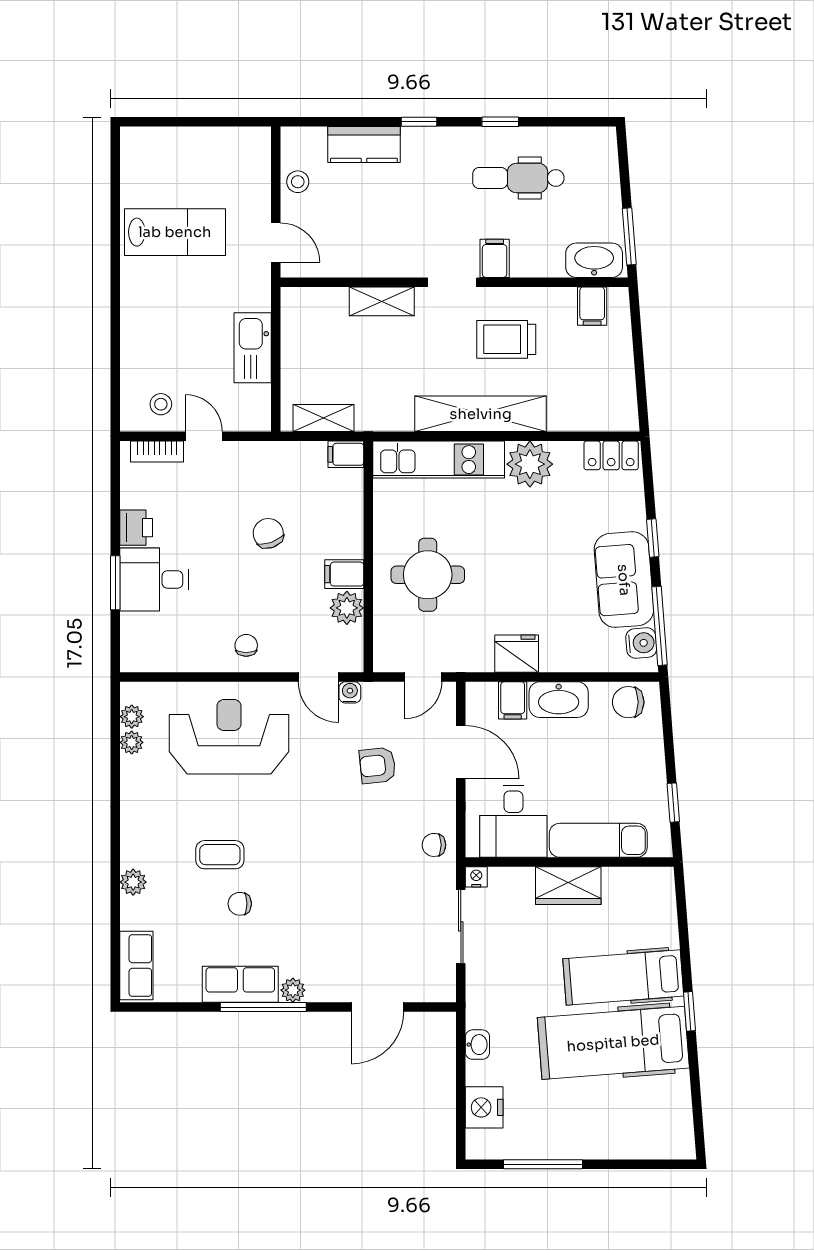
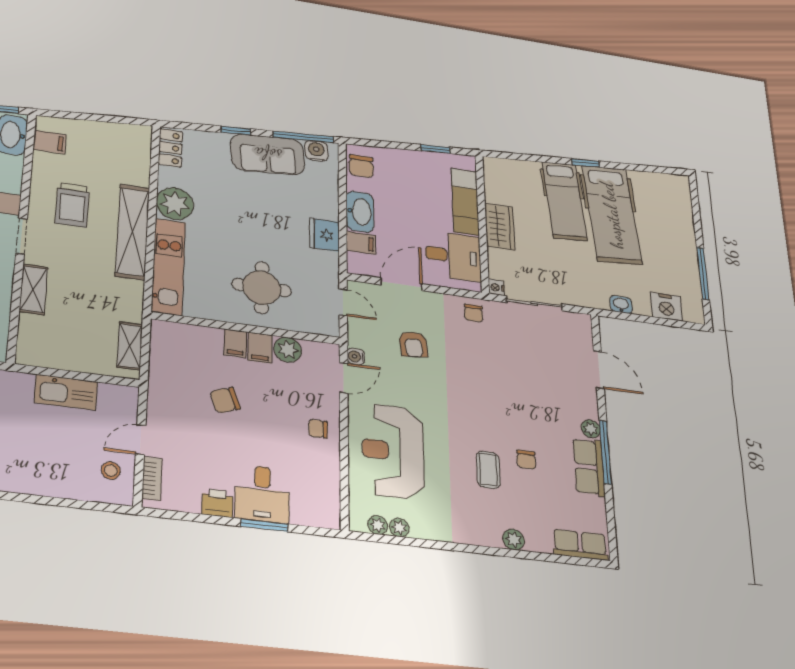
filing cabinet: (346, 454) -> (235, 343), moved

